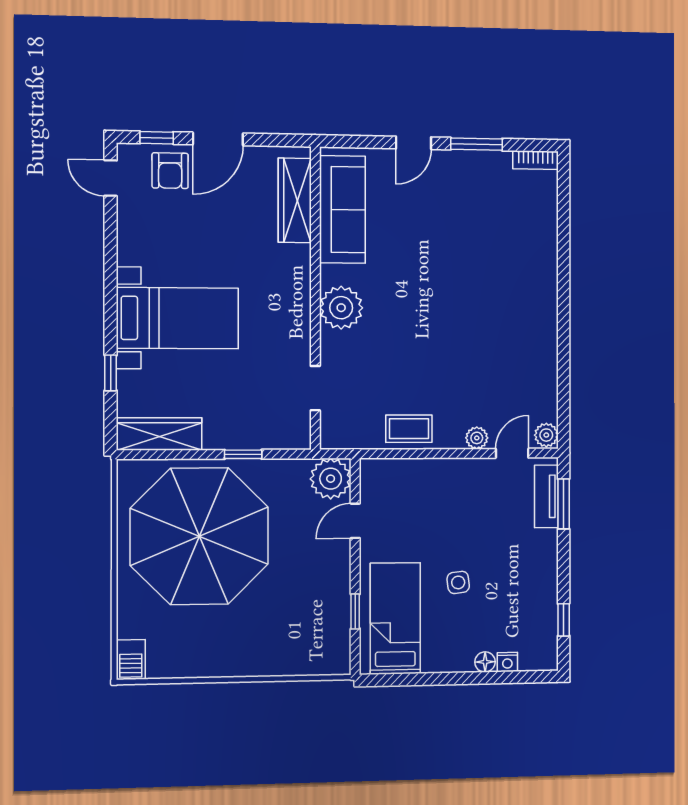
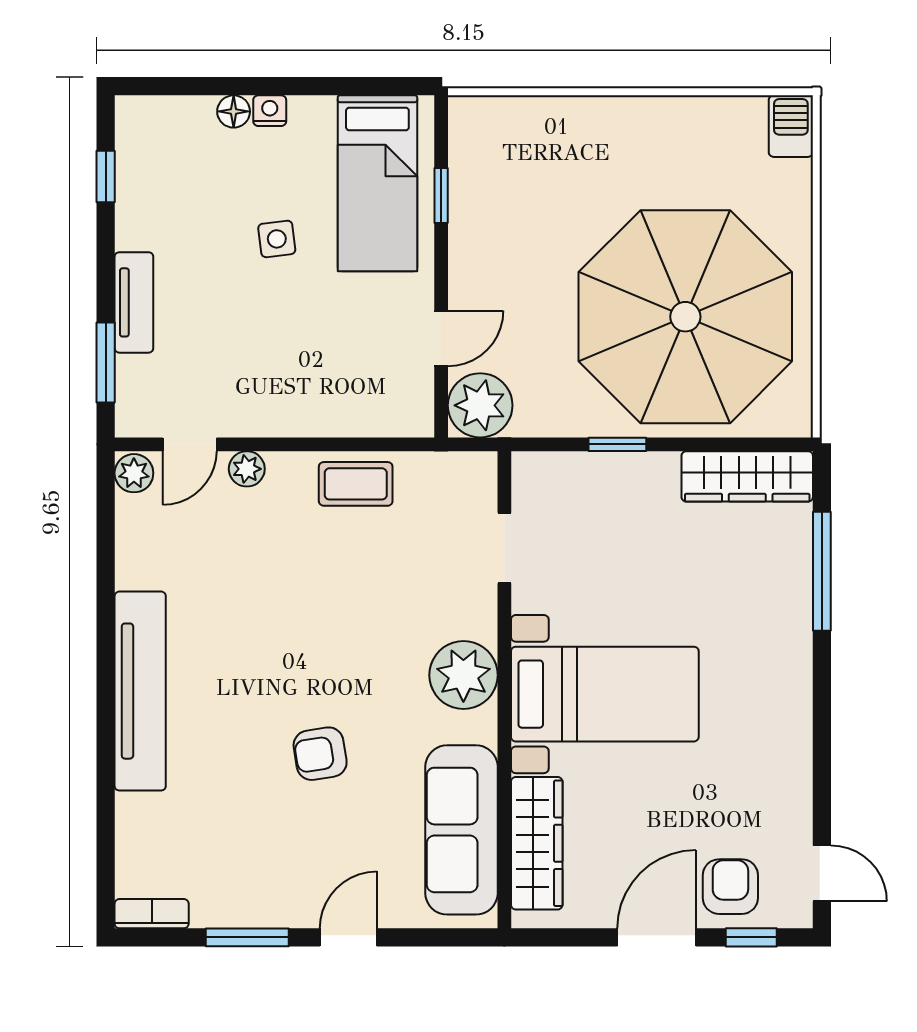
armchair: (431, 259) -> (320, 754), added
tv unit: (542, 299) -> (140, 691), added
bed with nightstands: (178, 318) -> (605, 694), moved, turned 180
window: (111, 373) -> (822, 571), width x2.17
tv unit: (546, 496) -> (134, 302), moved
nightstand: (507, 662) -> (270, 111), moved

